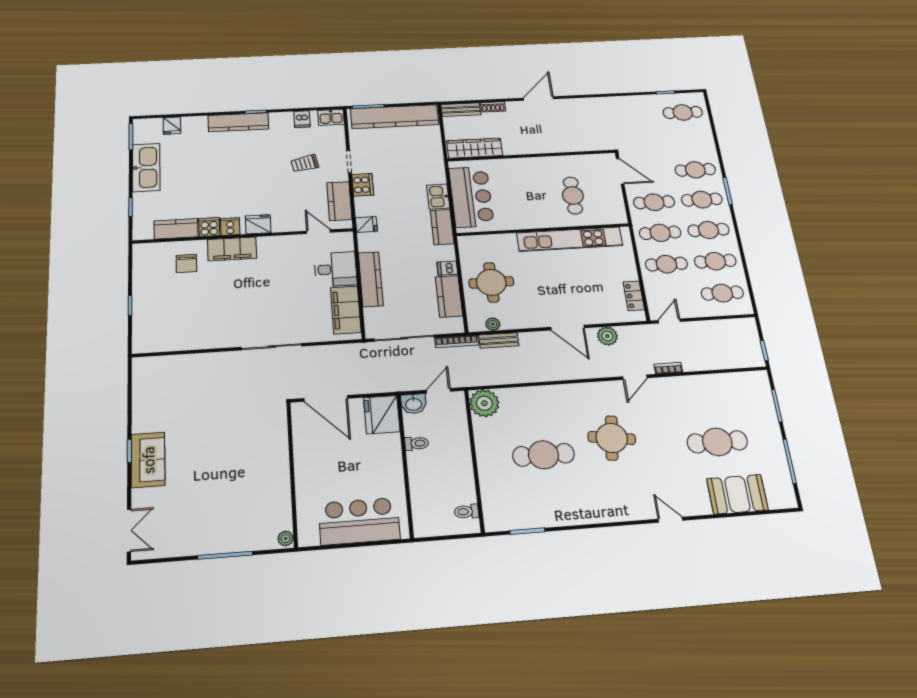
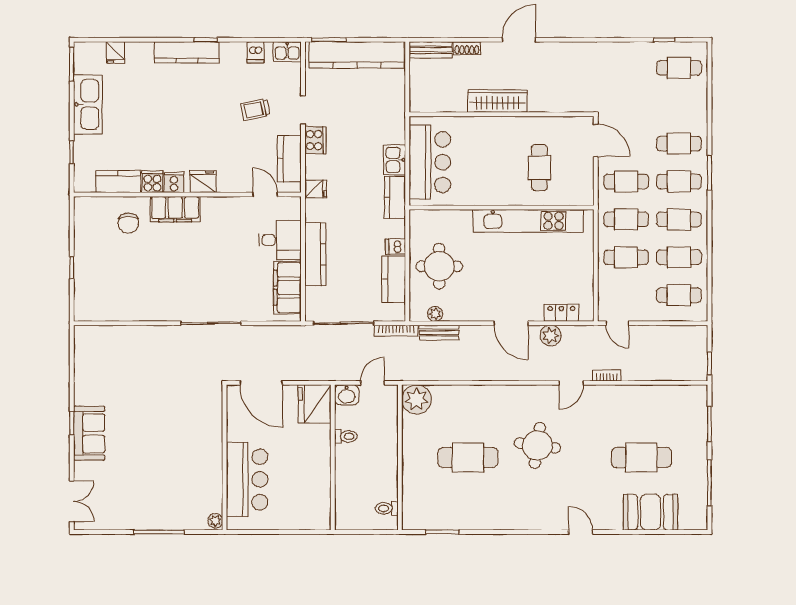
wardrobe: (475, 148) -> (498, 101), moved
locker: (634, 296) -> (561, 313), moved, turned 90
door: (669, 321) -> (617, 323), swing flipped
bar counter: (359, 521) -> (247, 479), moved, turned 90

